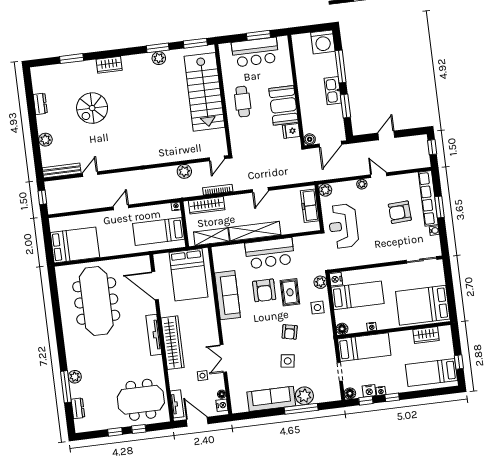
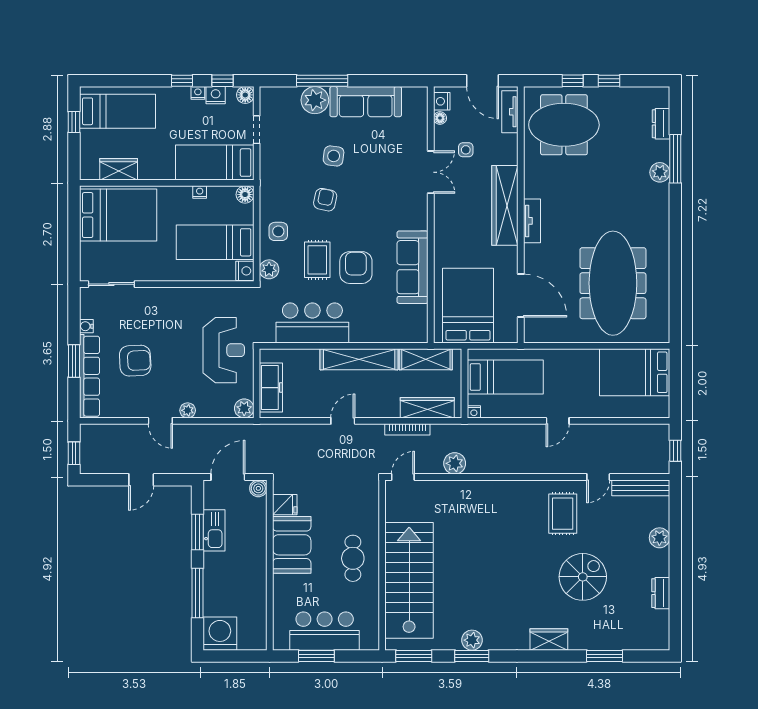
kitchen sink: (333, 91) -> (214, 530), moved
rug: (110, 148) -> (563, 514), added
bar counter: (270, 253) -> (312, 323), moved
tv unit: (154, 335) -> (532, 221), width x0.71

